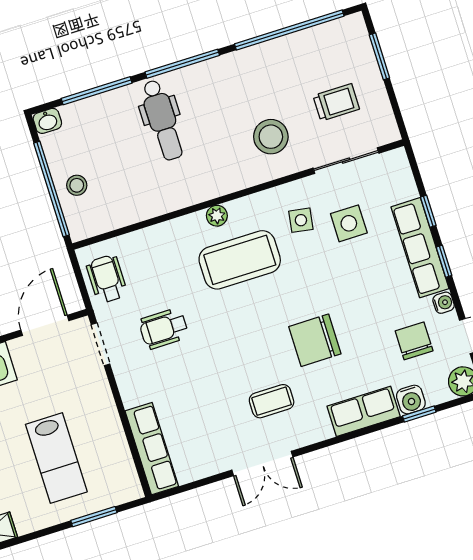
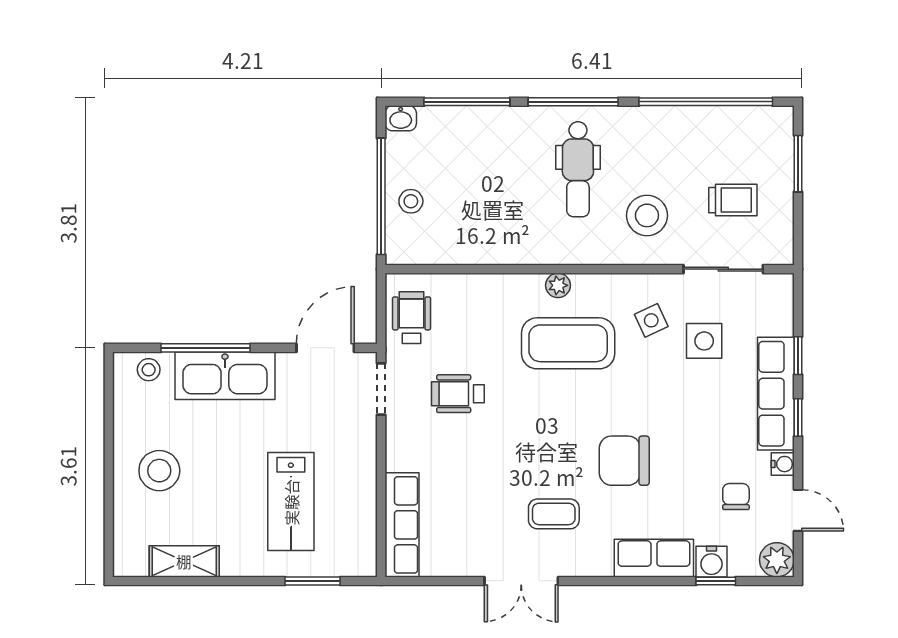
dental chair: (162, 120) -> (578, 169), moved
side table: (301, 220) -> (651, 320), turned -34
chair: (414, 341) -> (736, 497), width x0.73, depth x0.73

